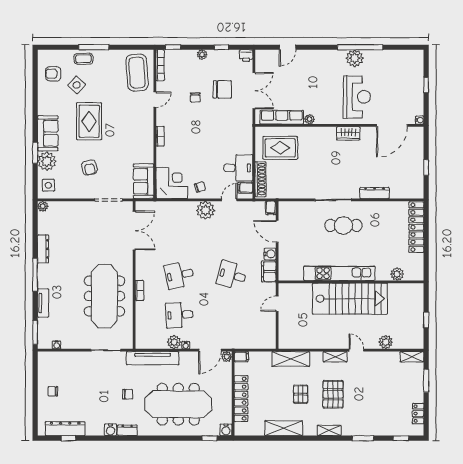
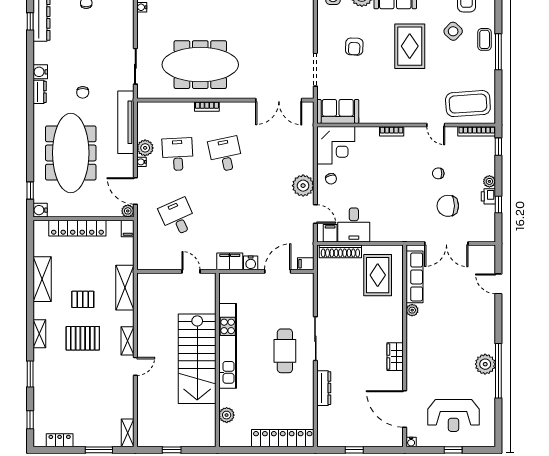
printer: (246, 56) -> (488, 196), moved
chair: (222, 89) -> (448, 206), turned 90
reception desk: (357, 97) -> (454, 416), moved
rug: (89, 121) -> (410, 46), turned 90
armchair: (89, 168) -> (354, 47), turned -73
desk: (232, 275) -> (178, 217), moved, turned -39
plant: (386, 342) -> (145, 401), removed

